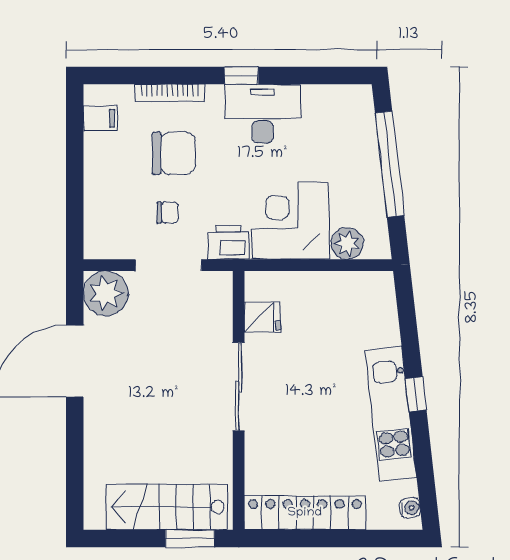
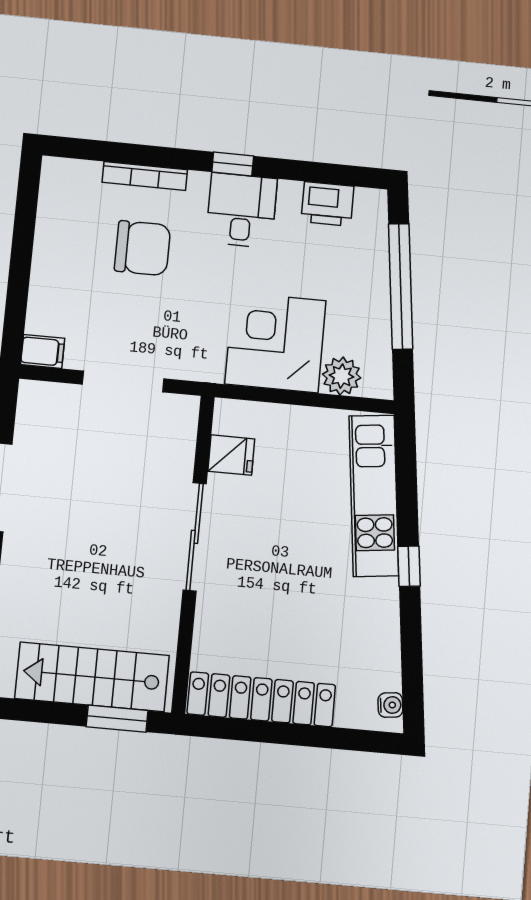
desk: (262, 114) -> (242, 210), width x0.73
filing cabinet: (100, 118) -> (43, 351), moved
chair: (168, 213) -> (128, 318), removed
printer: (229, 242) -> (327, 204), moved, turned 180
plant: (106, 293) -> (44, 408), removed
kitchen unit: (391, 414) -> (374, 496), moved

